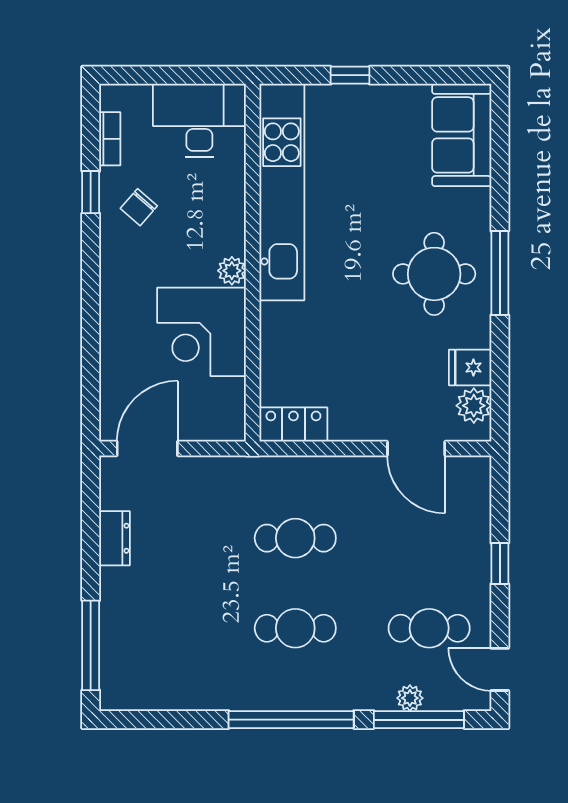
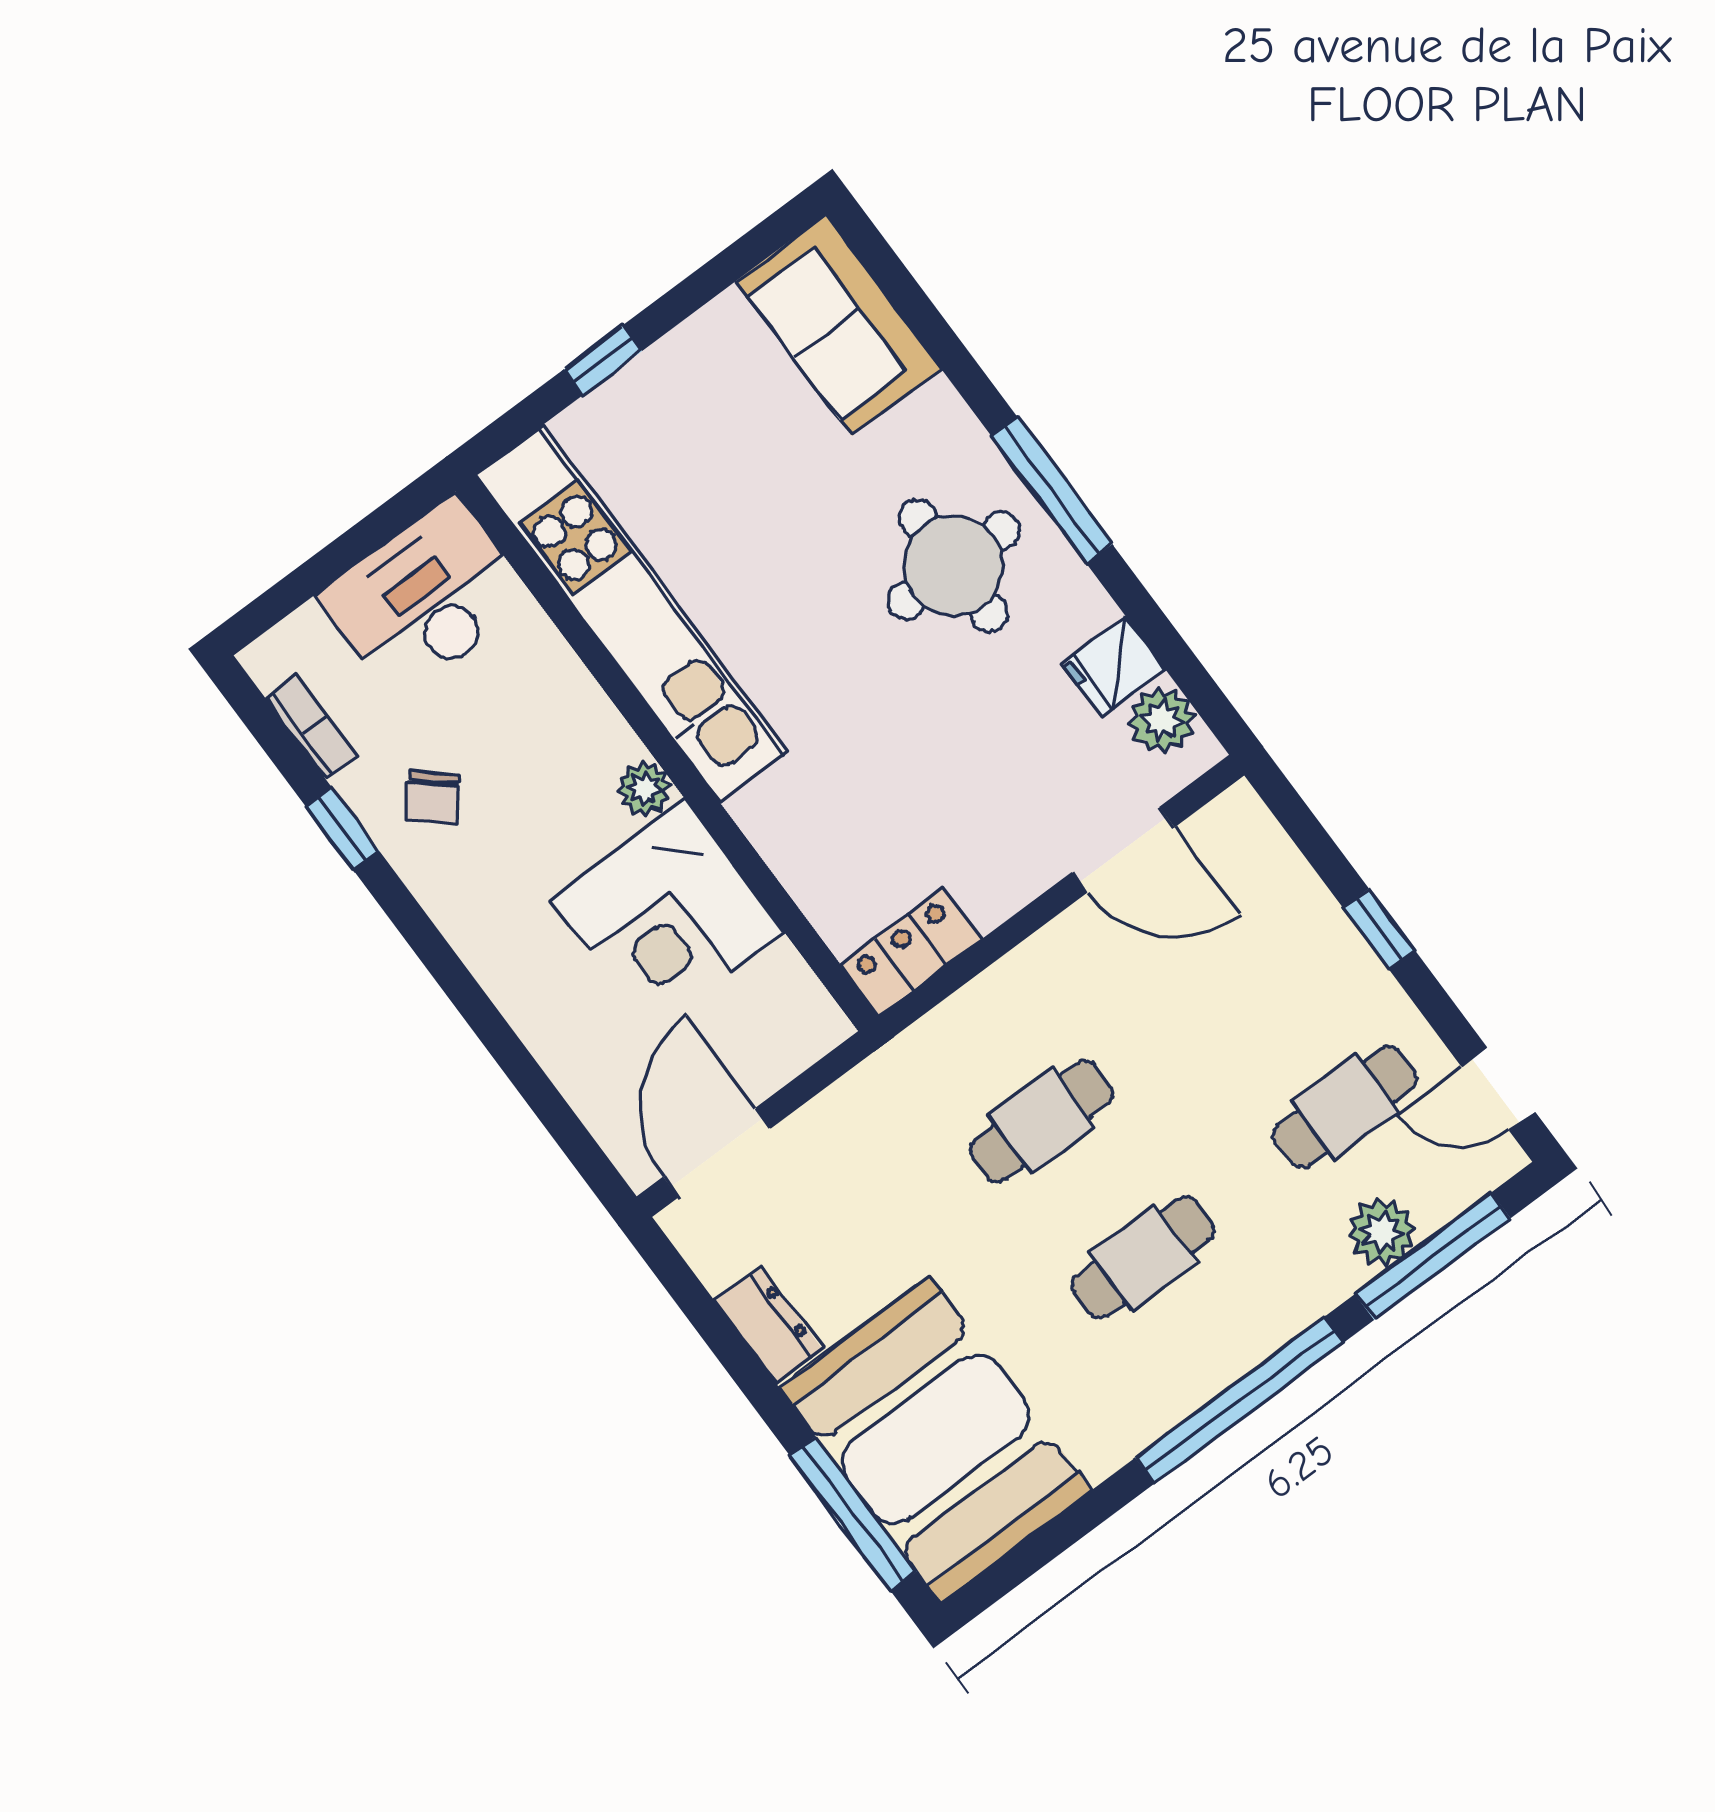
booth: (149, 640) -> (935, 1439), added
plant: (410, 698) -> (1382, 1232), width x1.38, depth x1.38

